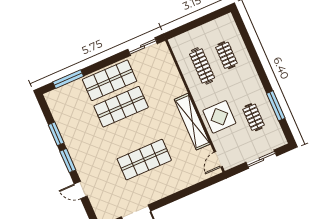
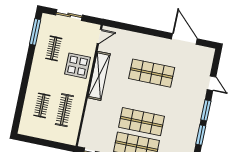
window: (276, 106) -> (35, 32), moved

